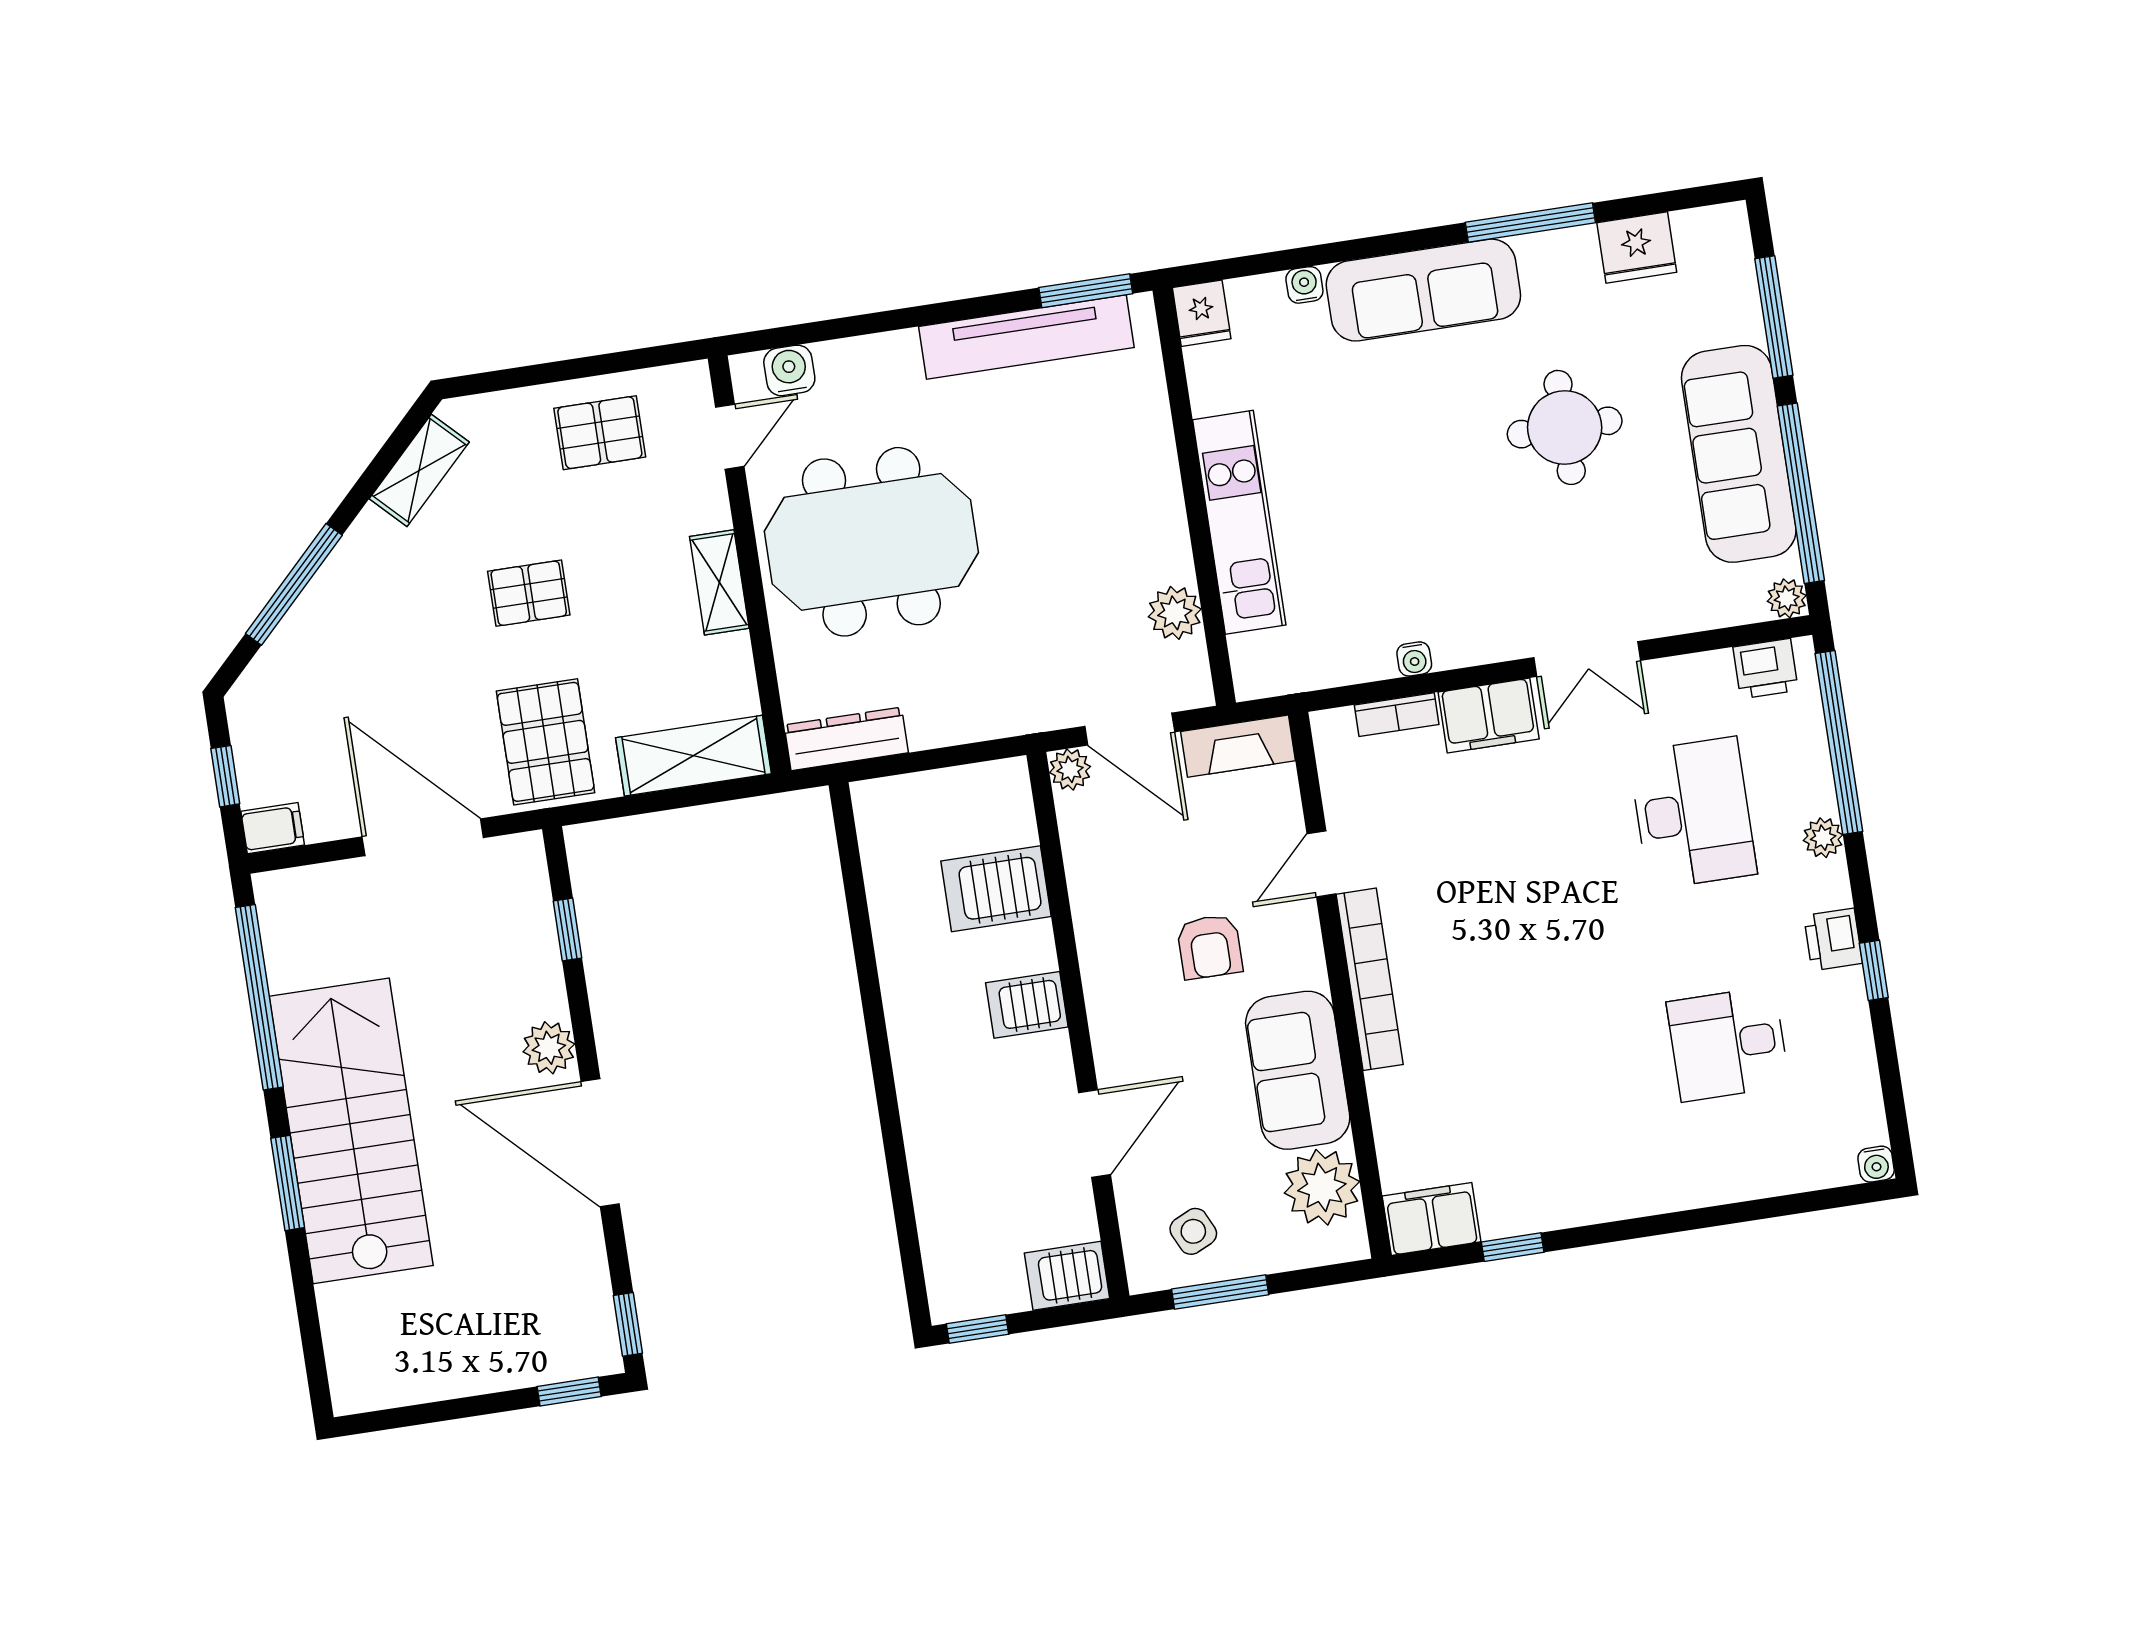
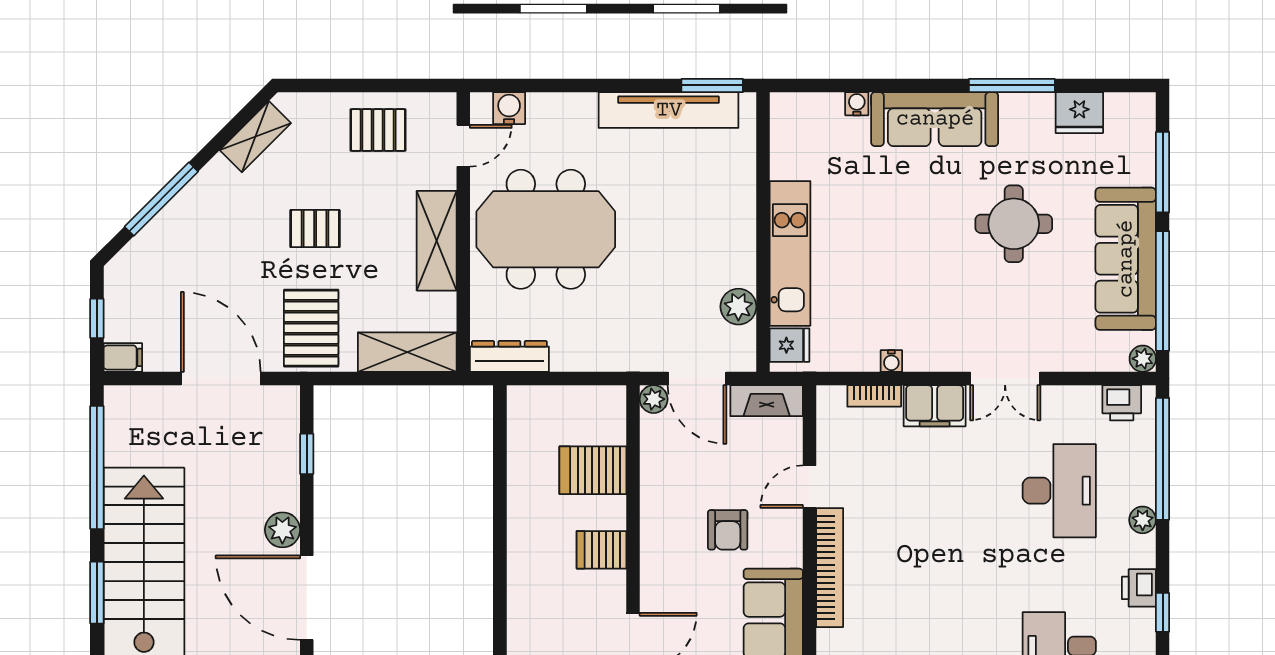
fridge: (1202, 313) -> (790, 345), moved, turned -90
shelving: (719, 582) -> (437, 241), width x1.50, depth x1.33

